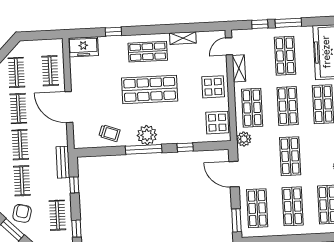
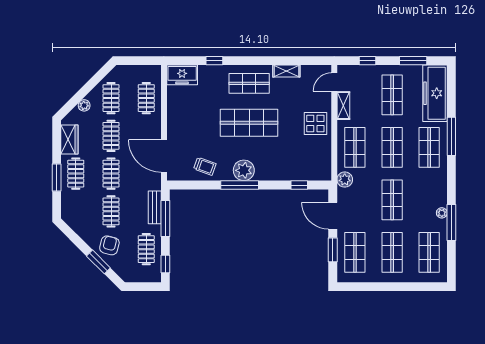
window: (288, 23) -> (413, 61), moved
door: (69, 107) -> (164, 156), moved
display table: (217, 123) -> (318, 161), removed
window: (185, 147) -> (299, 185), moved
bench: (63, 162) -> (155, 207), moved
window: (74, 185) -> (165, 218), width x2.17
window: (236, 220) -> (333, 250), moved

